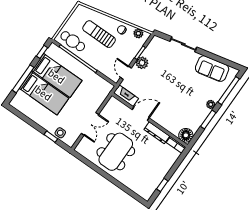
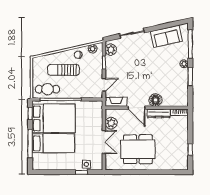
plant: (142, 63) -> (111, 50), moved
door: (126, 73) -> (104, 85), swing flipped
bed: (57, 76) -> (54, 118), width x1.50
plant: (108, 111) -> (111, 123), added
door: (141, 114) -> (137, 108), swing flipped
floor lamp: (186, 135) -> (155, 100), moved
dining table: (116, 152) -> (138, 149), turned 90

